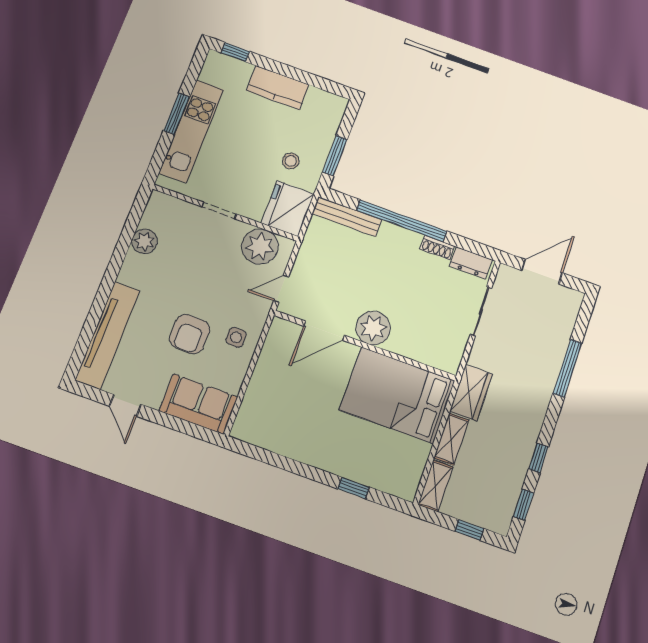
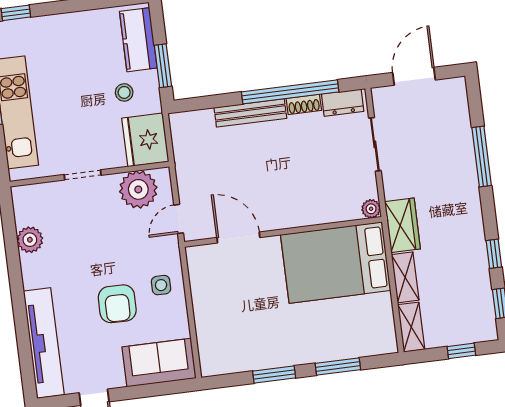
kitchen counter: (278, 88) -> (138, 40), moved, turned 90
bench: (347, 217) -> (250, 113), moved
window: (402, 221) -> (290, 92), moved
plant: (373, 328) -> (371, 209), moved, width x0.53, depth x0.53
door: (324, 331) -> (238, 238), swing flipped
window: (294, 466) -> (274, 375), added
window: (353, 488) -> (338, 366), width x1.50

